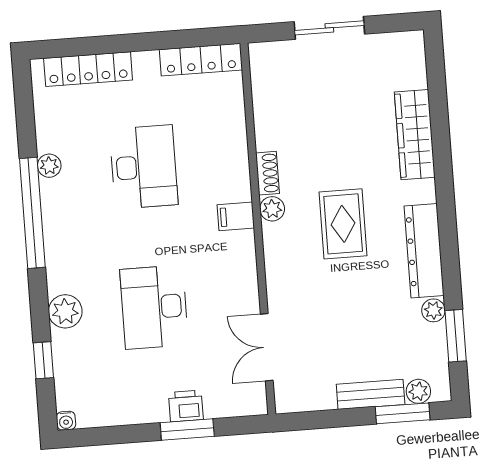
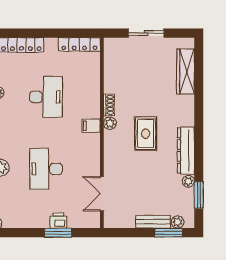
wardrobe: (415, 135) -> (186, 71), moved

